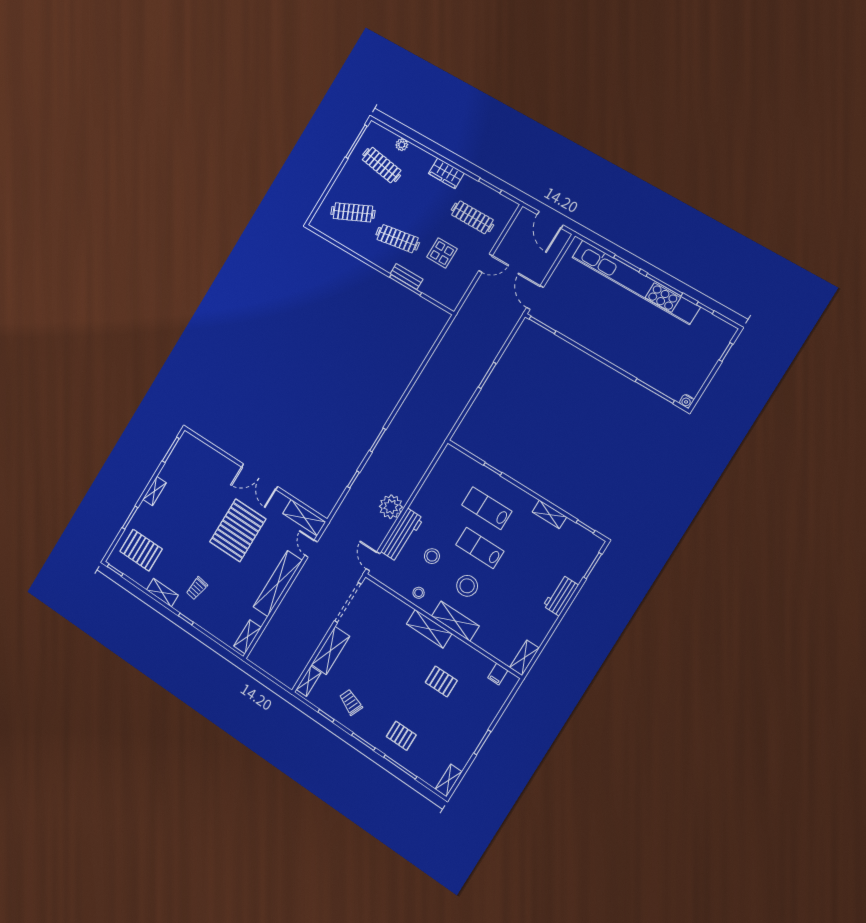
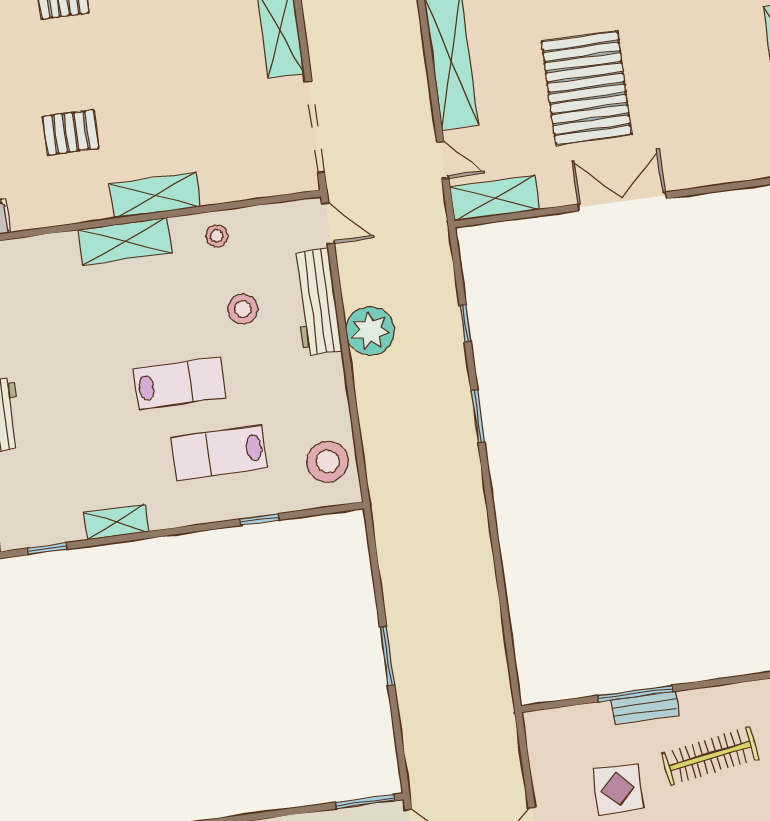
lab bench: (487, 508) -> (219, 453), turned 180
stool: (467, 586) -> (328, 461), moved

